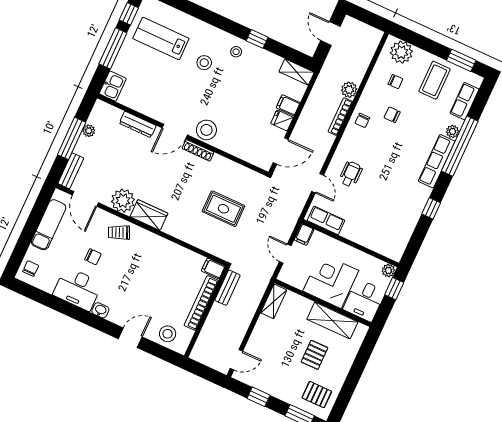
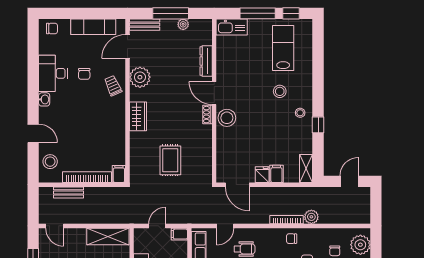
kitchen sink: (113, 86) -> (232, 27), width x1.38
shoe rack: (198, 150) -> (207, 115), width x0.70
wardrobe: (149, 215) -> (138, 116), moved
bench: (227, 288) -> (68, 192), moved
shelving: (274, 301) -> (108, 236), width x1.50, depth x1.33

